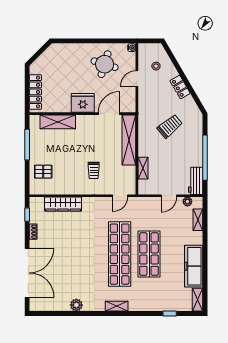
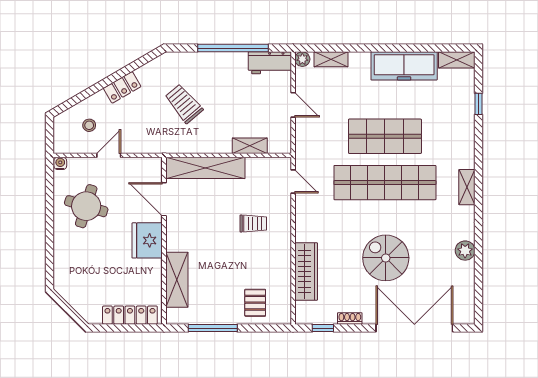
door: (137, 79) -> (109, 155), swing flipped
plant: (187, 202) -> (302, 59), moved
spiral stairs: (72, 255) -> (386, 258), added

